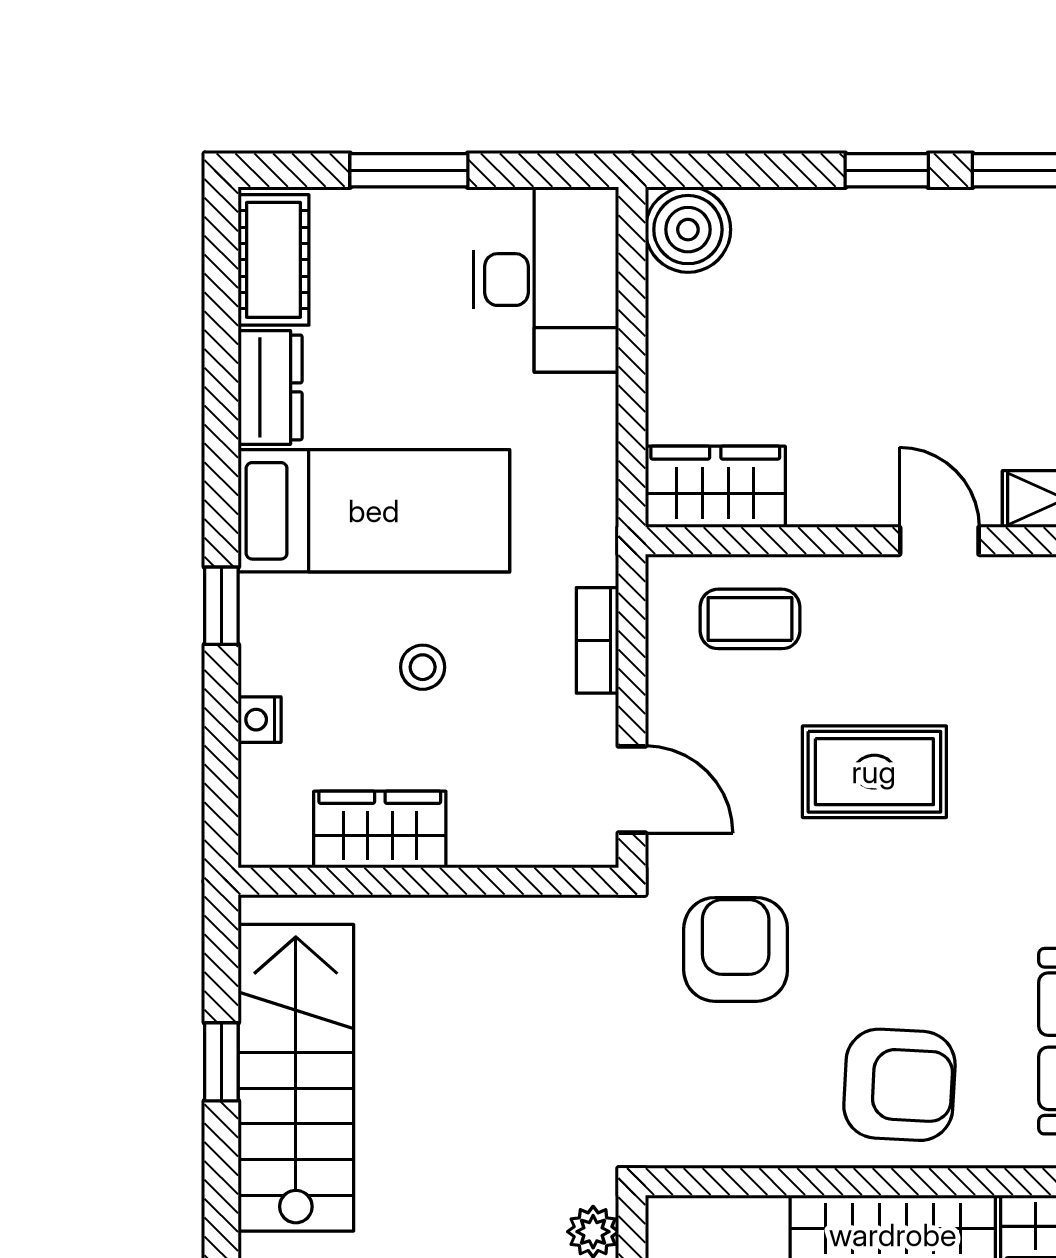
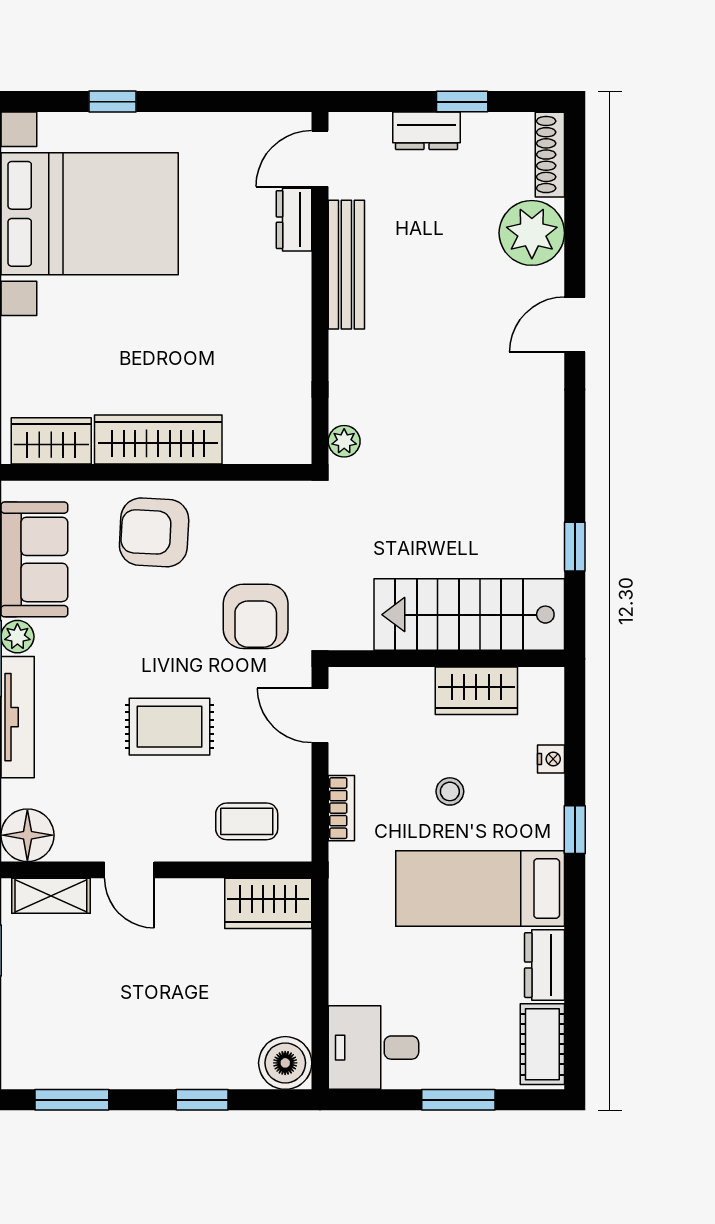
window: (887, 170) -> (202, 1100), moved
desk: (546, 280) -> (373, 1048), width x0.73
stairs: (296, 1078) -> (469, 615), moved, turned 90

